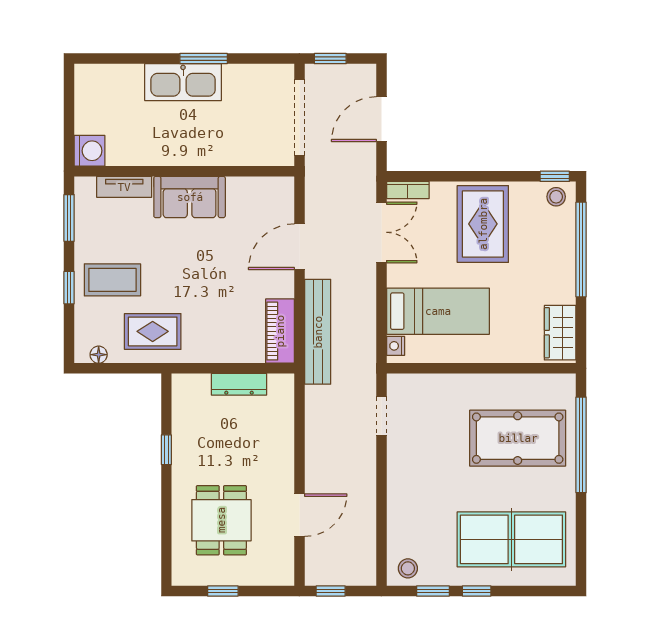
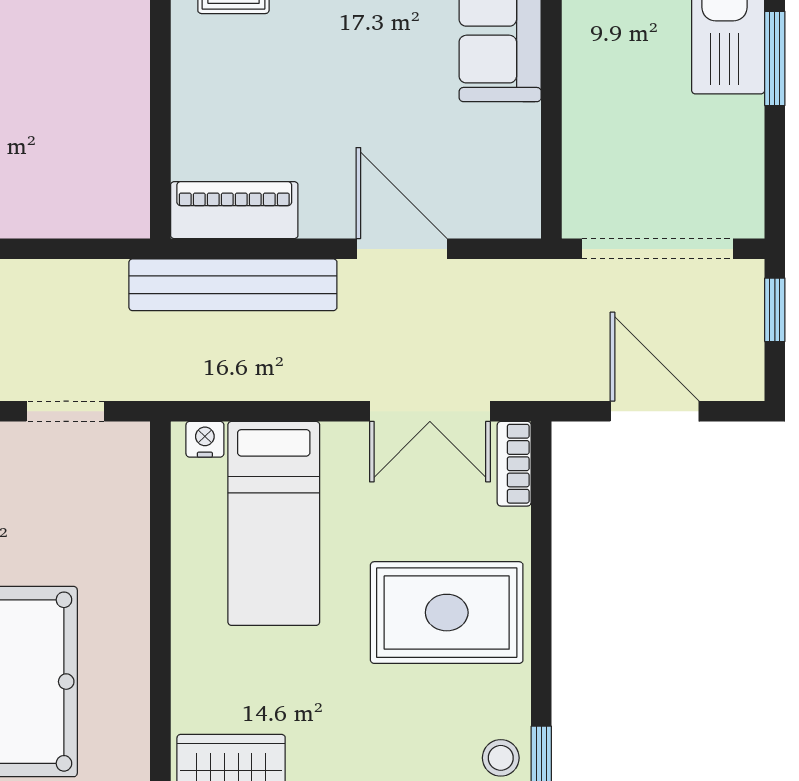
dresser: (239, 384) -> (129, 129), removed

